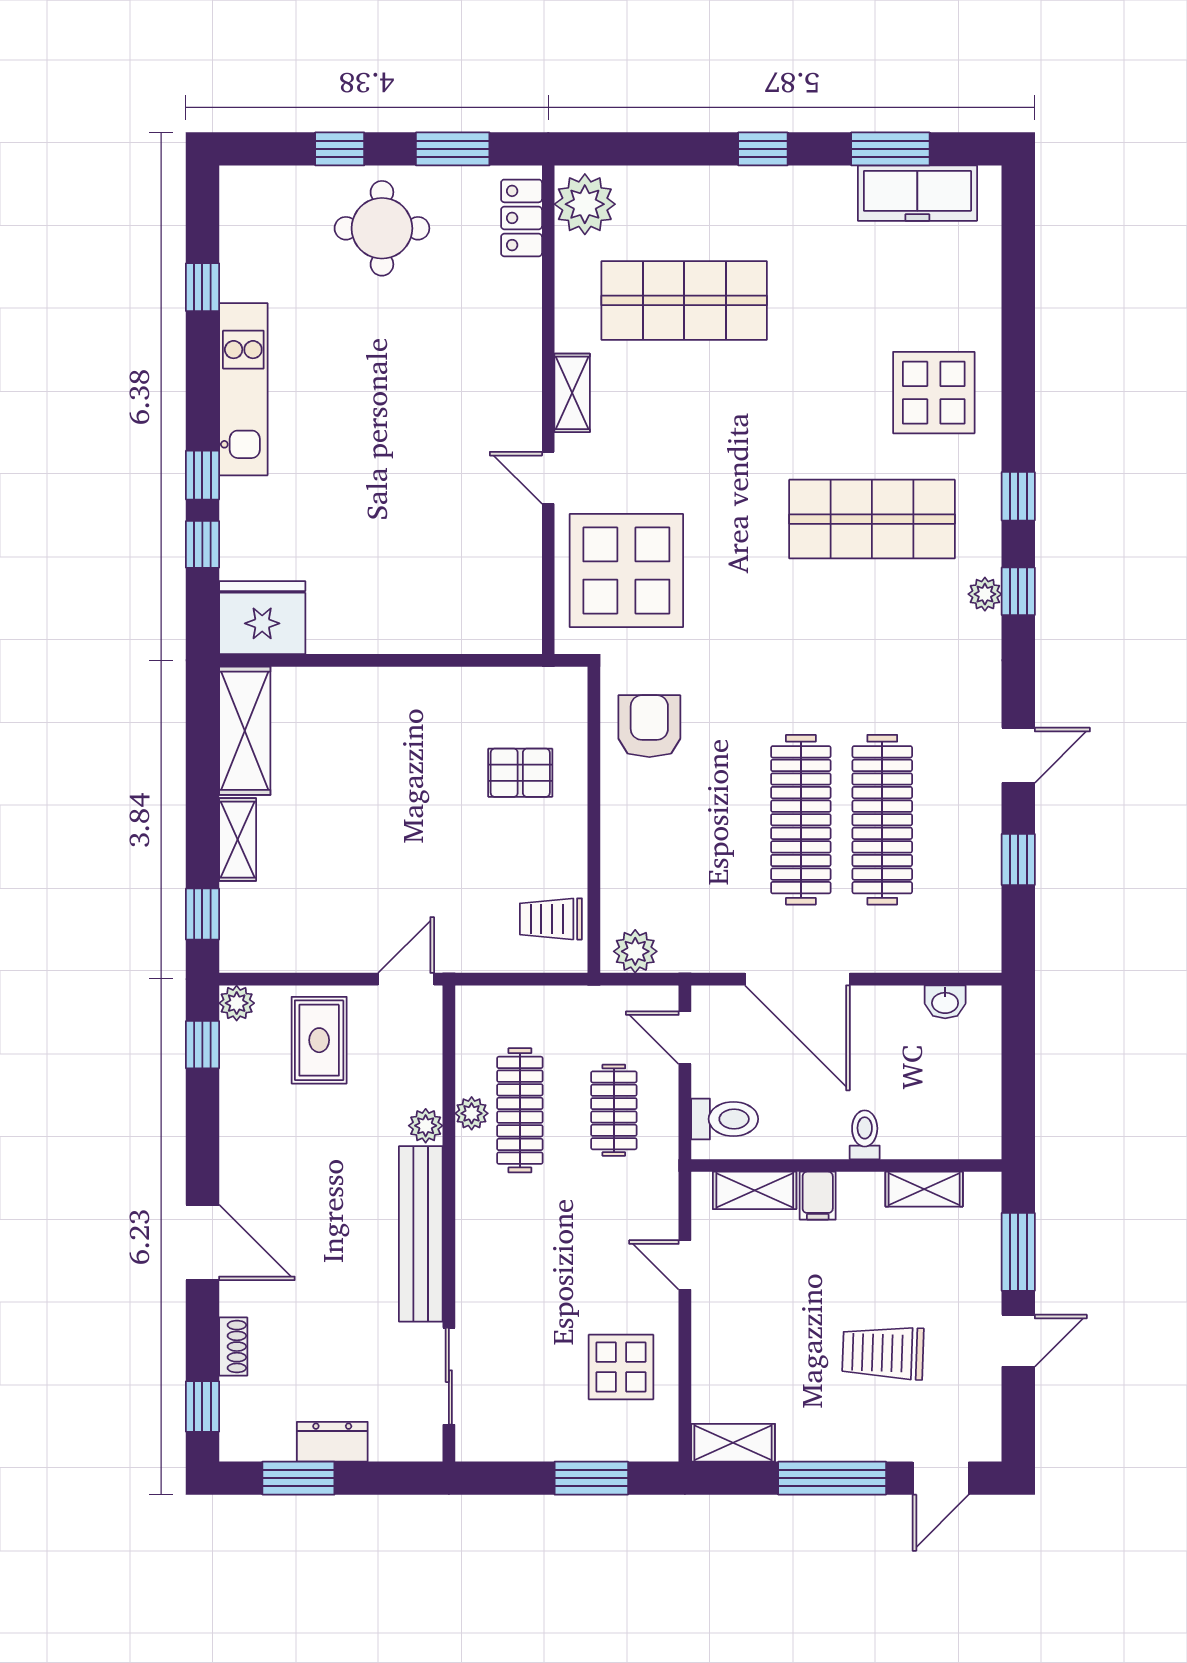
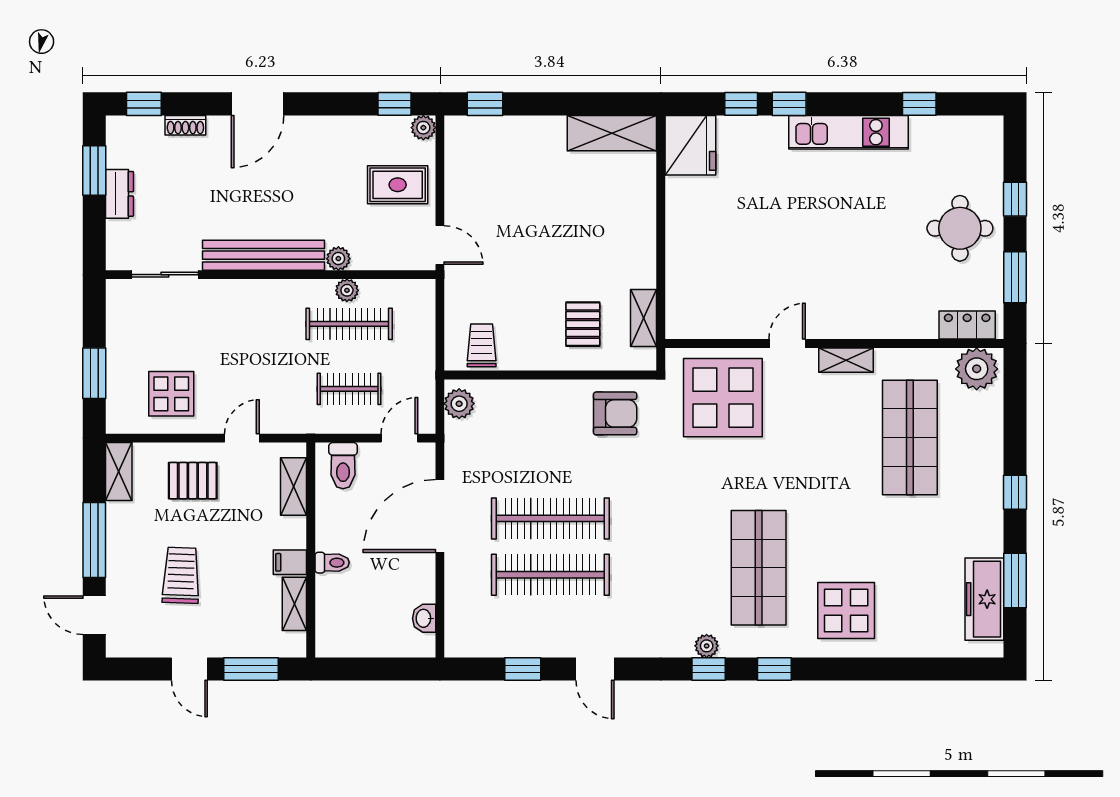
shelving: (238, 840) -> (644, 318), moved, turned 90
filing cabinet: (818, 1196) -> (290, 562), moved
pallet: (746, 1336) -> (193, 481), added

